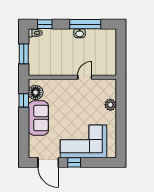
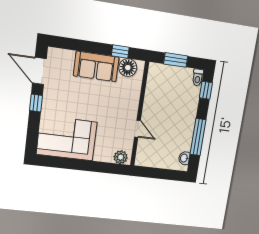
washbasin: (80, 33) -> (184, 158), moved
plant: (110, 105) -> (121, 157), moved
corner sofa: (84, 141) -> (67, 138), moved, turned -90
door: (48, 162) -> (39, 71), hinge flipped

